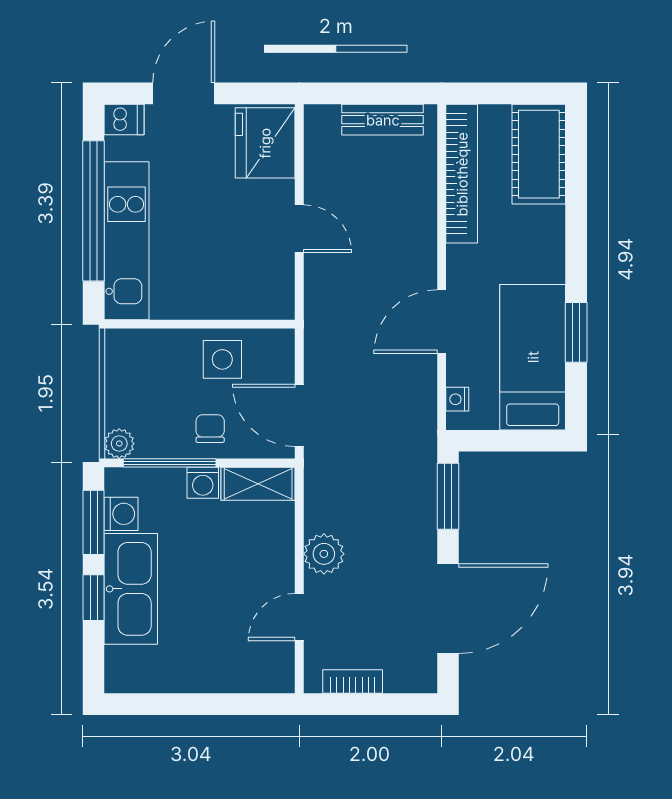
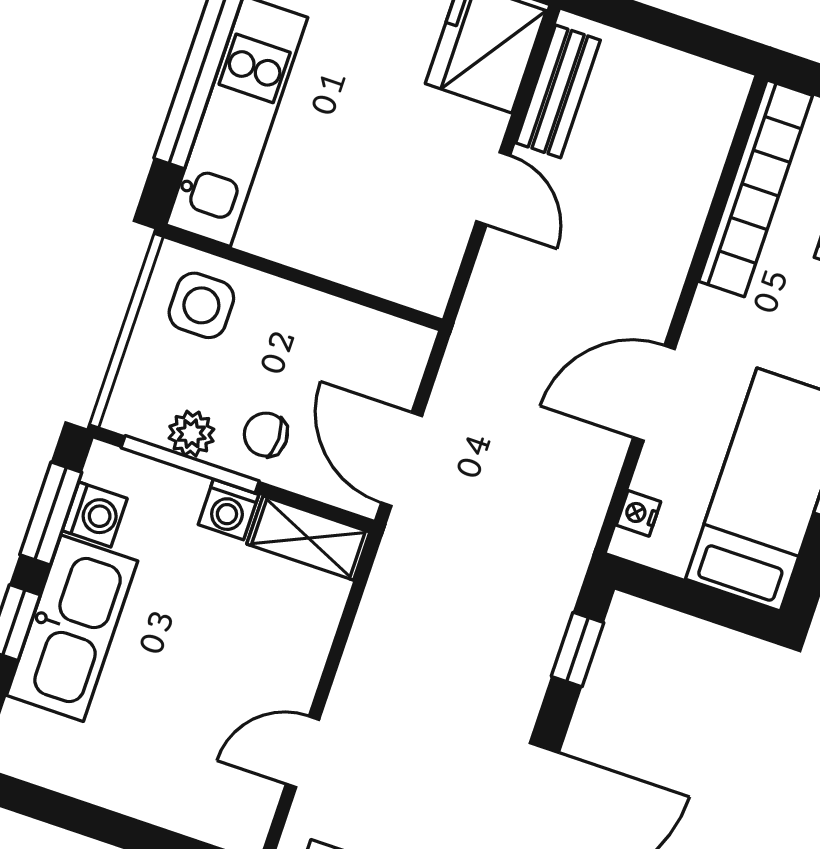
bench: (383, 120) -> (558, 91), moved, turned 90
side table: (222, 359) -> (201, 305), moved
chair: (210, 429) -> (266, 435), turned -90
plant: (119, 444) -> (191, 434), moved
window: (448, 496) -> (578, 650), width x0.67
plant: (324, 554) -> (369, 672), removed

